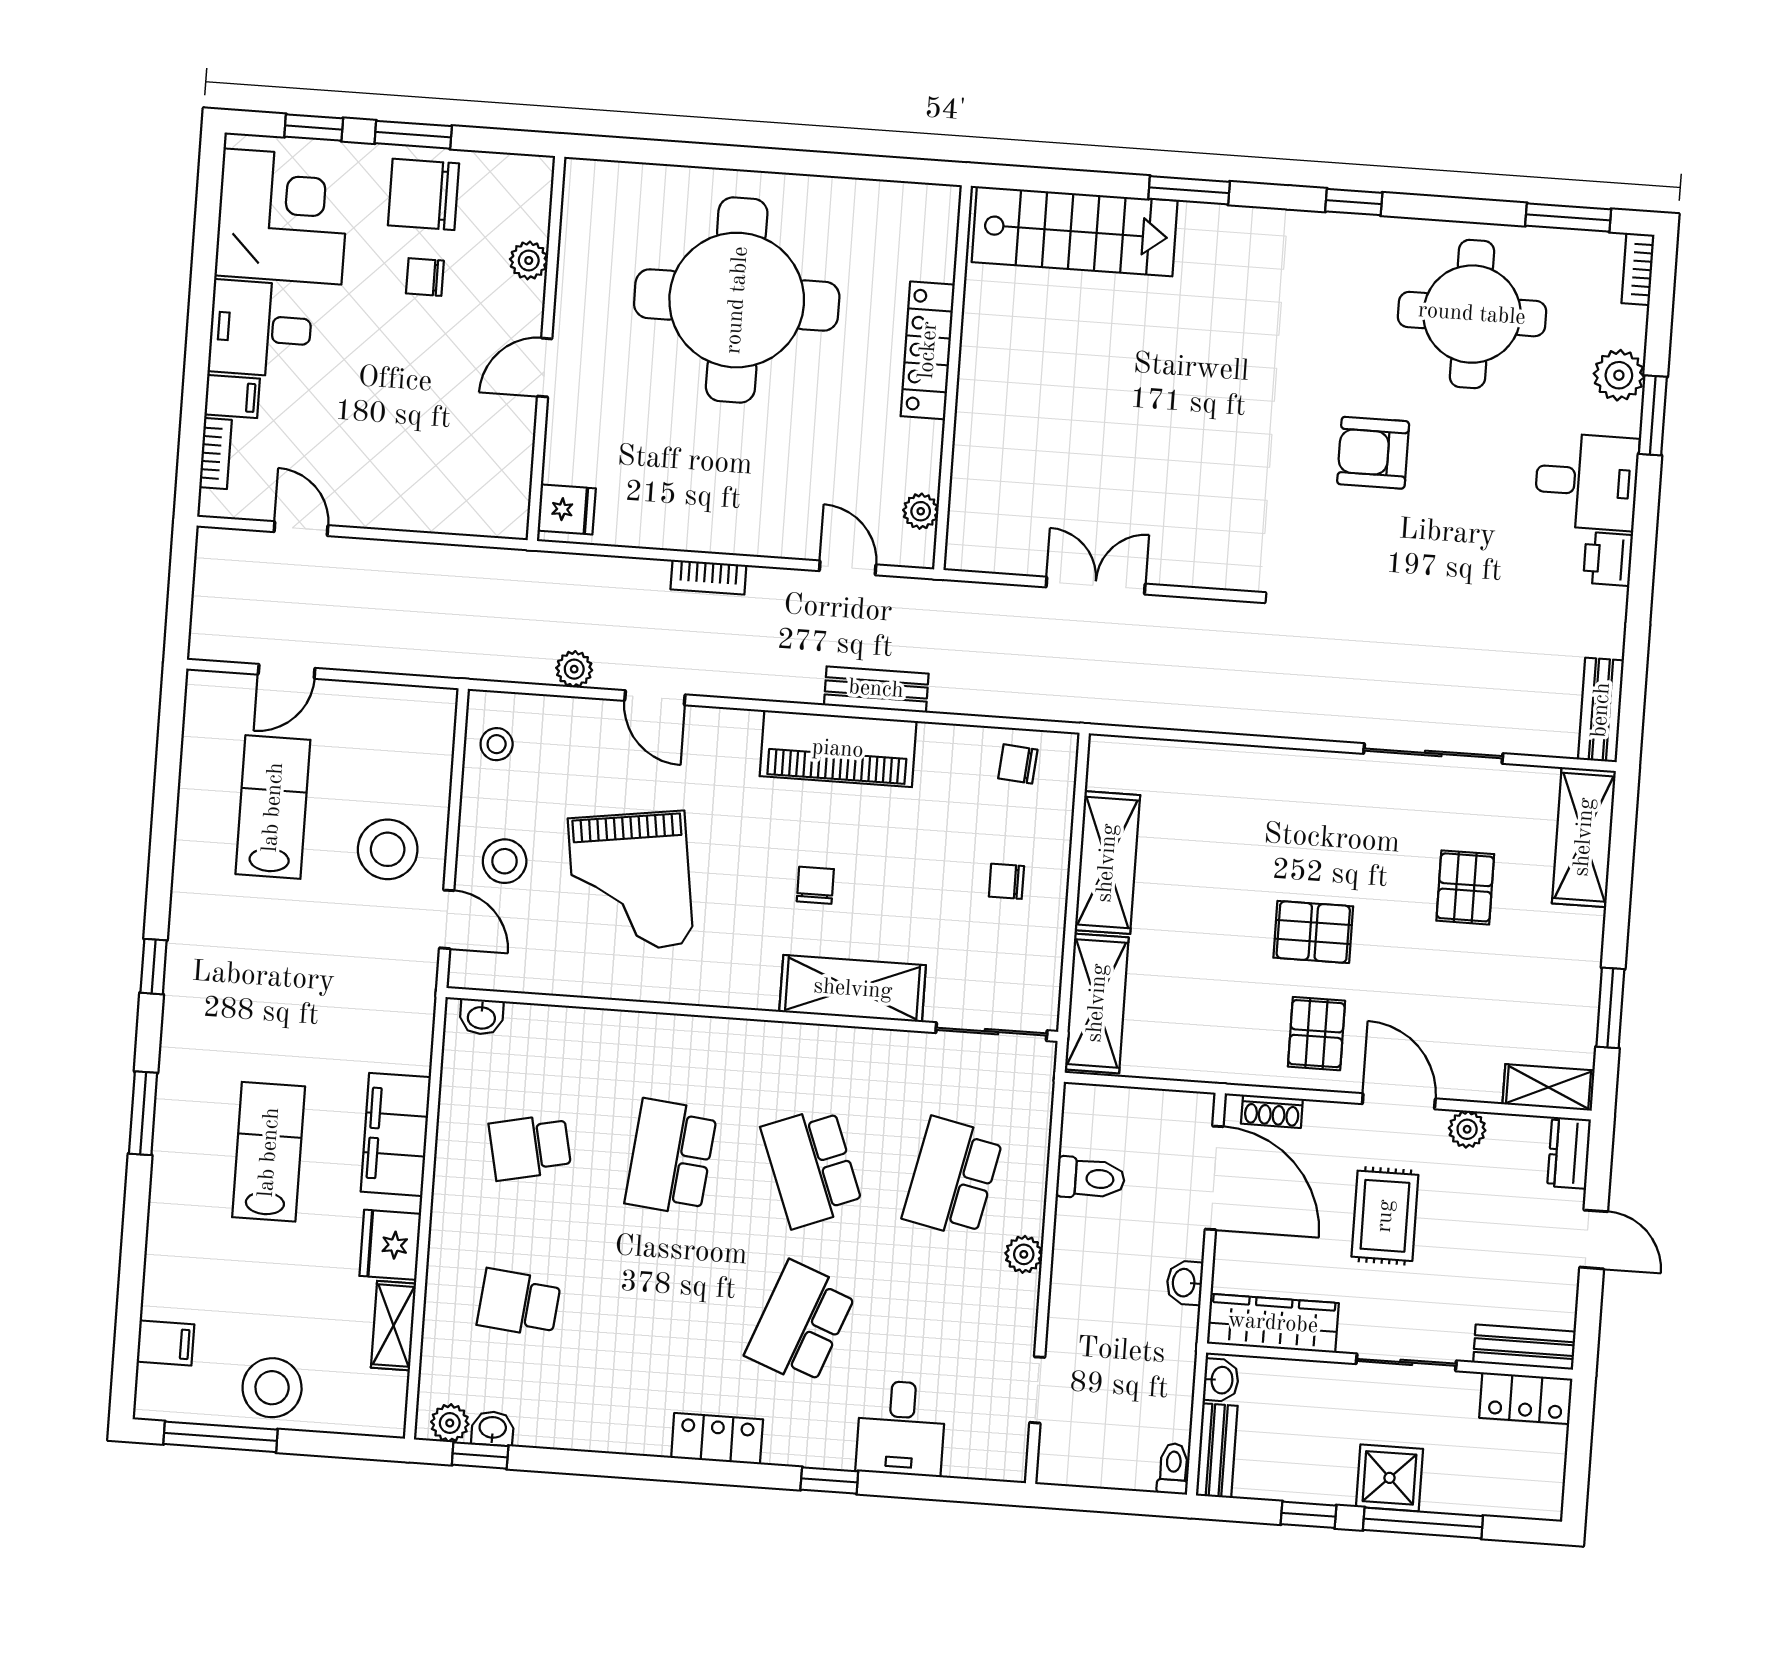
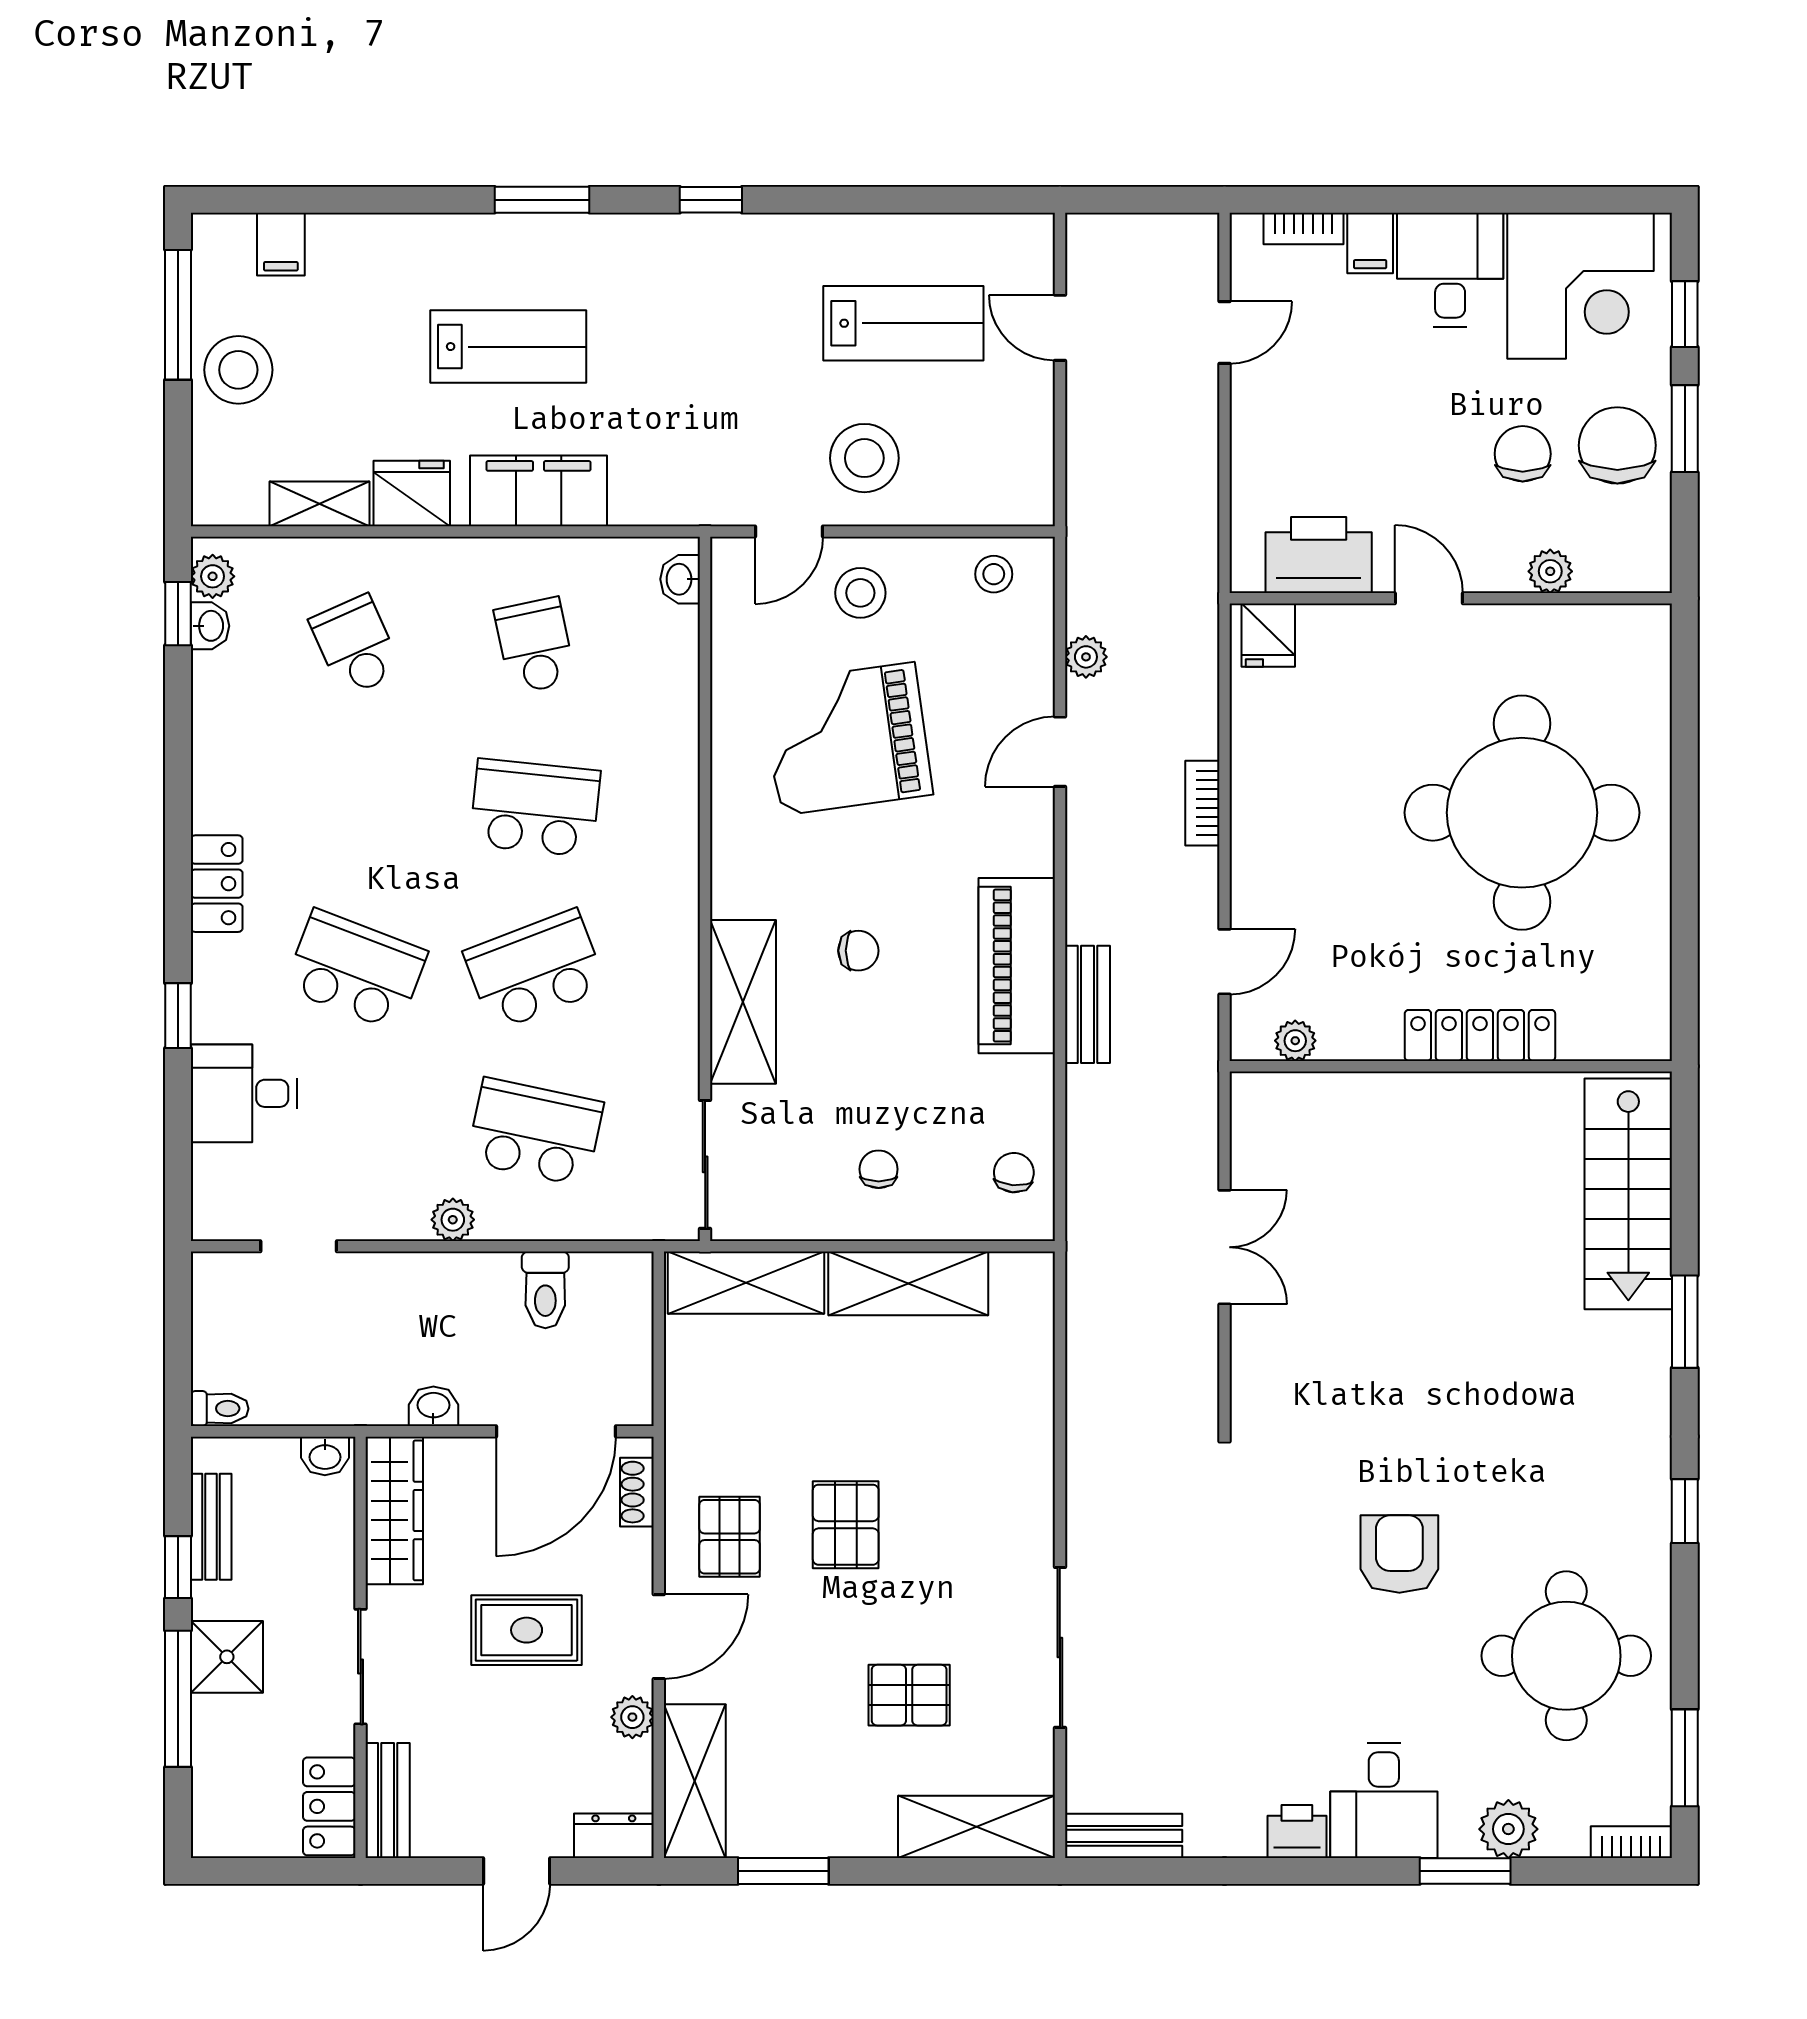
chair: (425, 277) -> (1523, 454), width x1.37, depth x1.37
printer: (500, 461) -> (1319, 555), added
pallet: (1316, 1034) -> (730, 1537), turned 90
shelving: (1548, 1087) -> (695, 1781), width x1.50, depth x1.33
school desk: (519, 1303) -> (356, 646), turned -30
bench: (1217, 1451) -> (211, 1527), moved, turned 90

